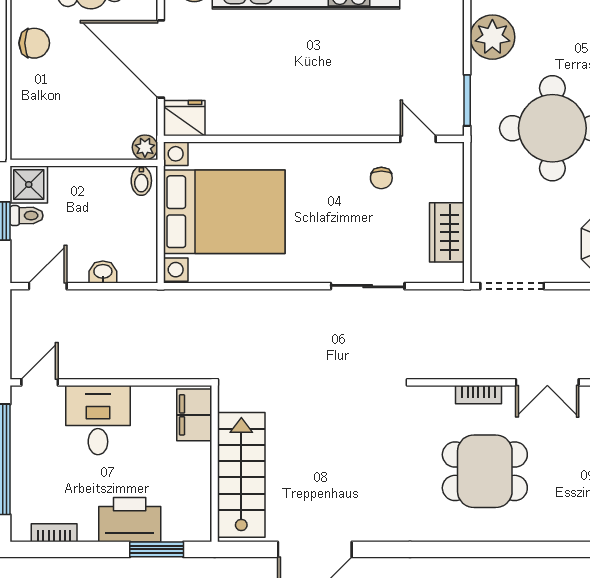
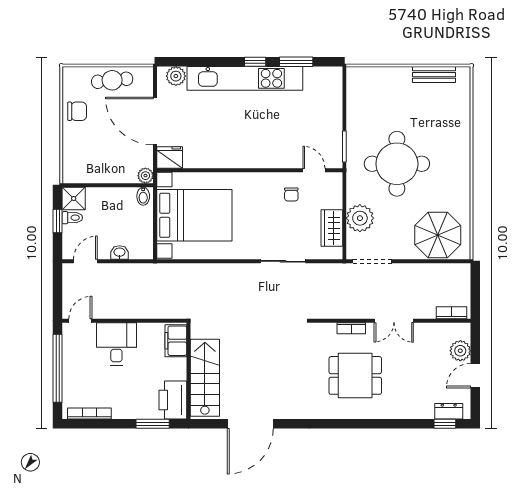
plant: (492, 37) -> (360, 218), moved
printer: (130, 520) -> (173, 400), moved, turned -90
bookcase: (54, 533) -> (89, 413), width x1.56

